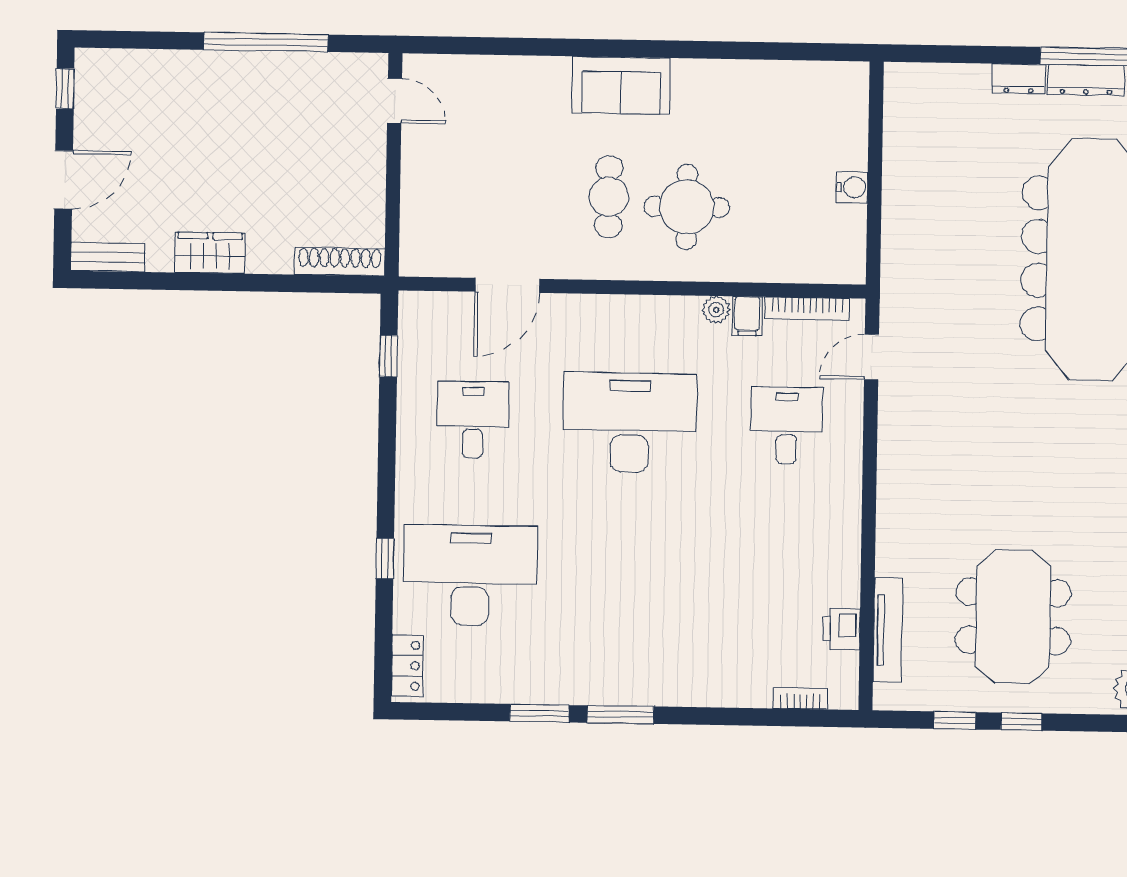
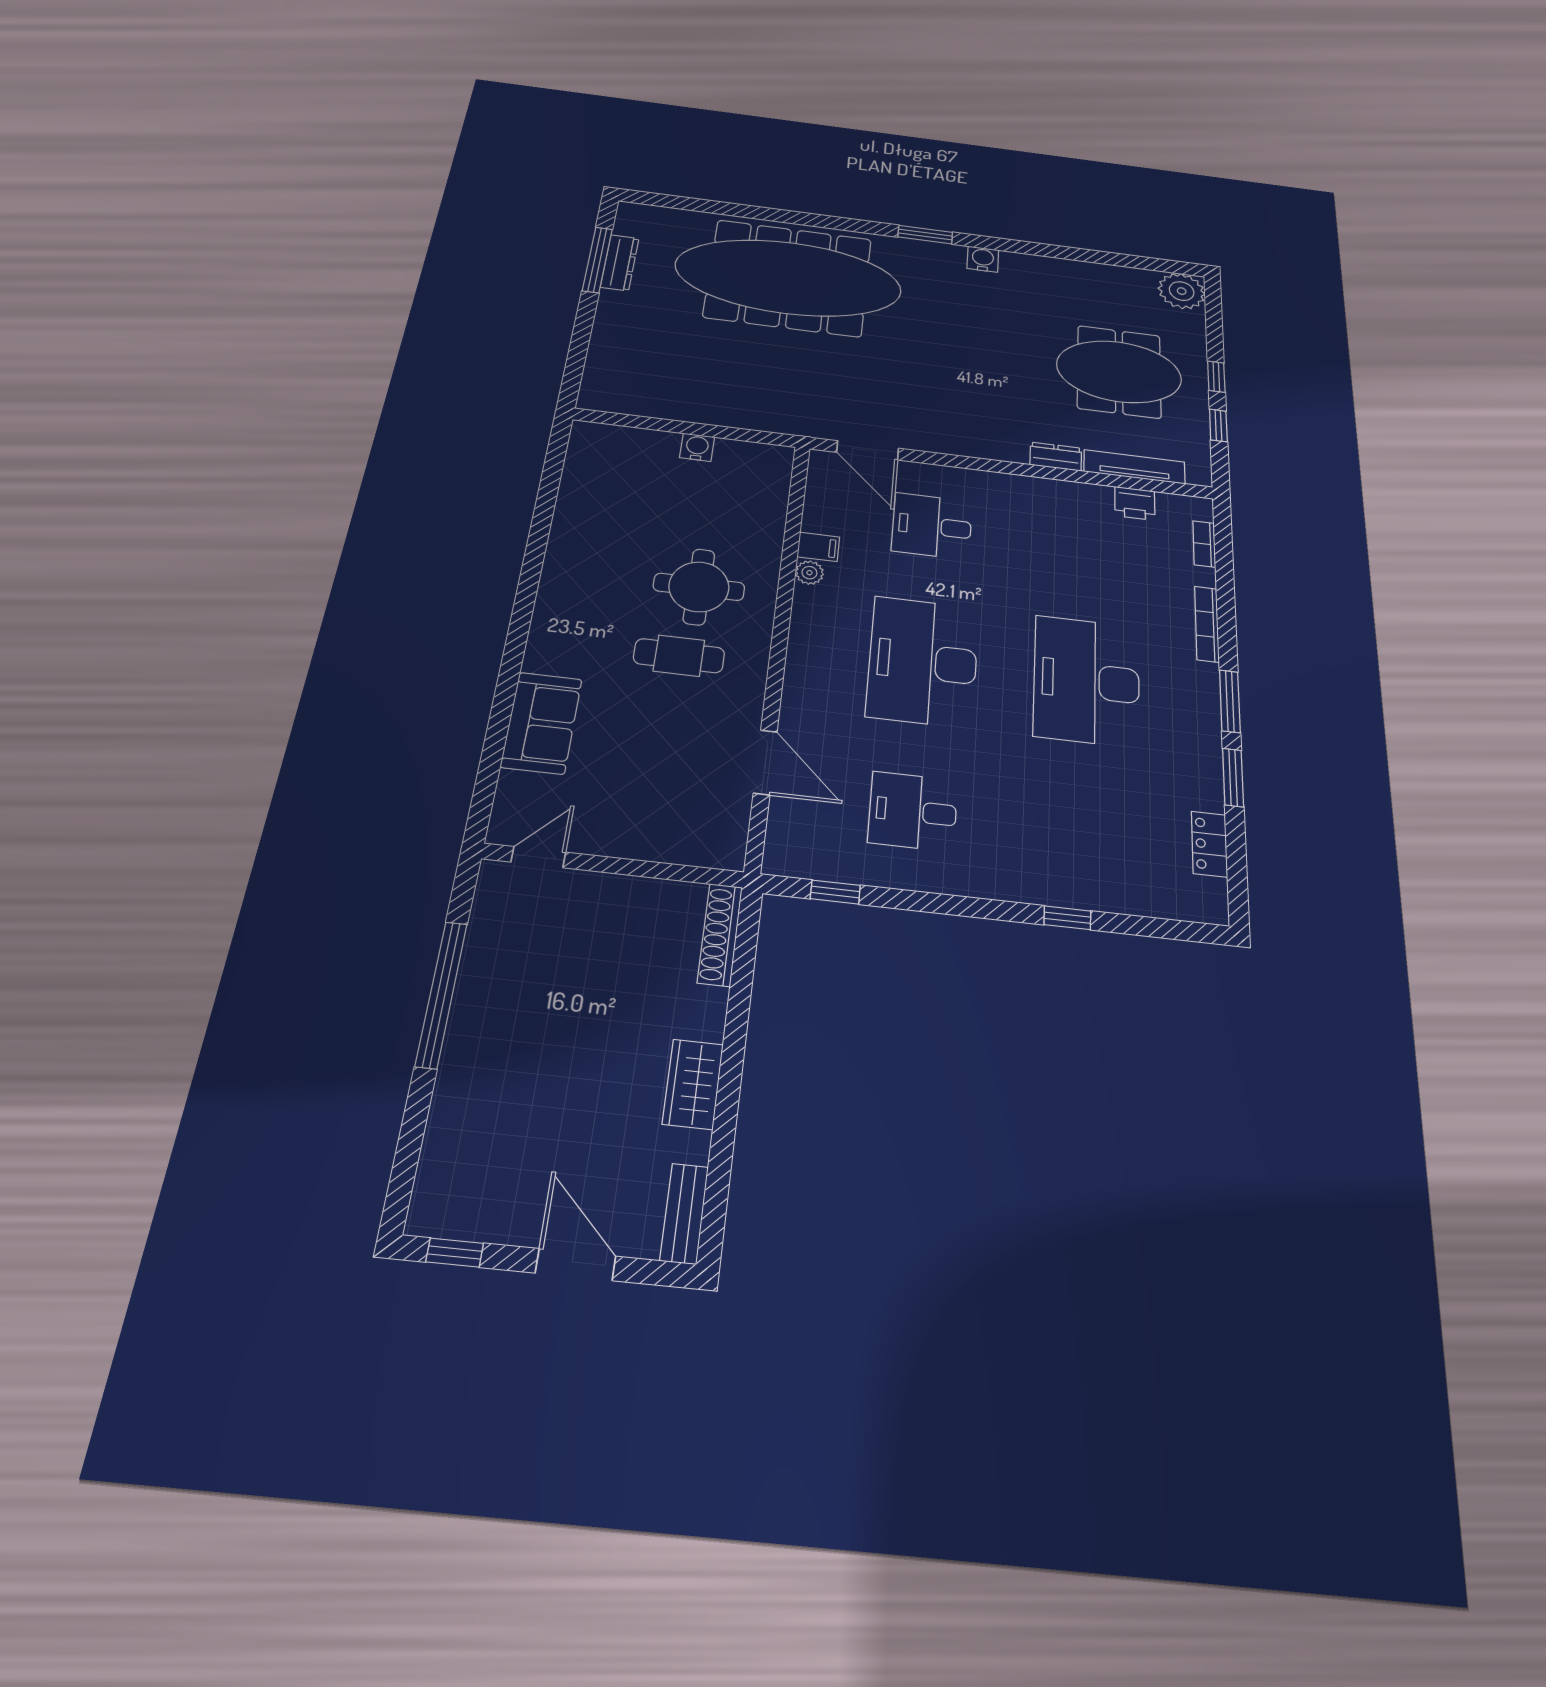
dresser: (1019, 79) -> (1056, 457), moved, turned -90
sofa: (621, 85) -> (542, 723), moved
bookcase: (807, 308) -> (1207, 624), moved, turned 180
door: (872, 357) -> (868, 450), width x1.38
desk: (470, 575) -> (1087, 681), moved
locker: (407, 666) -> (1209, 844), moved, turned -90

